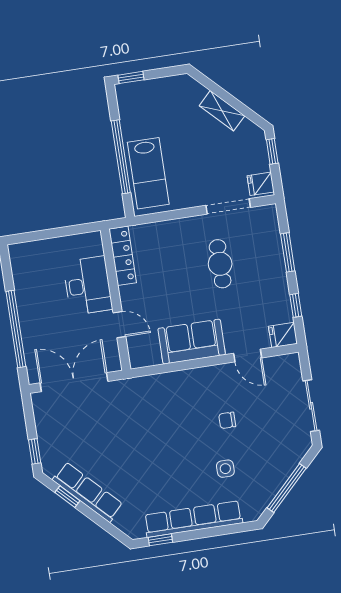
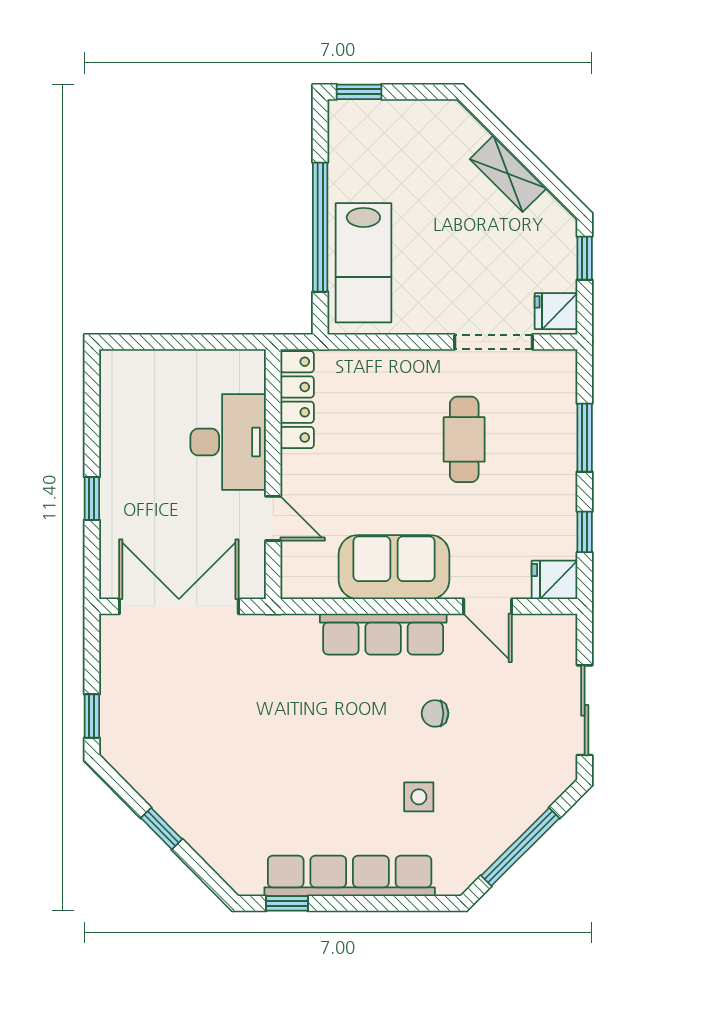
window: (16, 329) -> (92, 499), width x0.32
row of seats: (88, 492) -> (383, 634), moved, turned 135
window: (67, 497) -> (162, 829), moved

